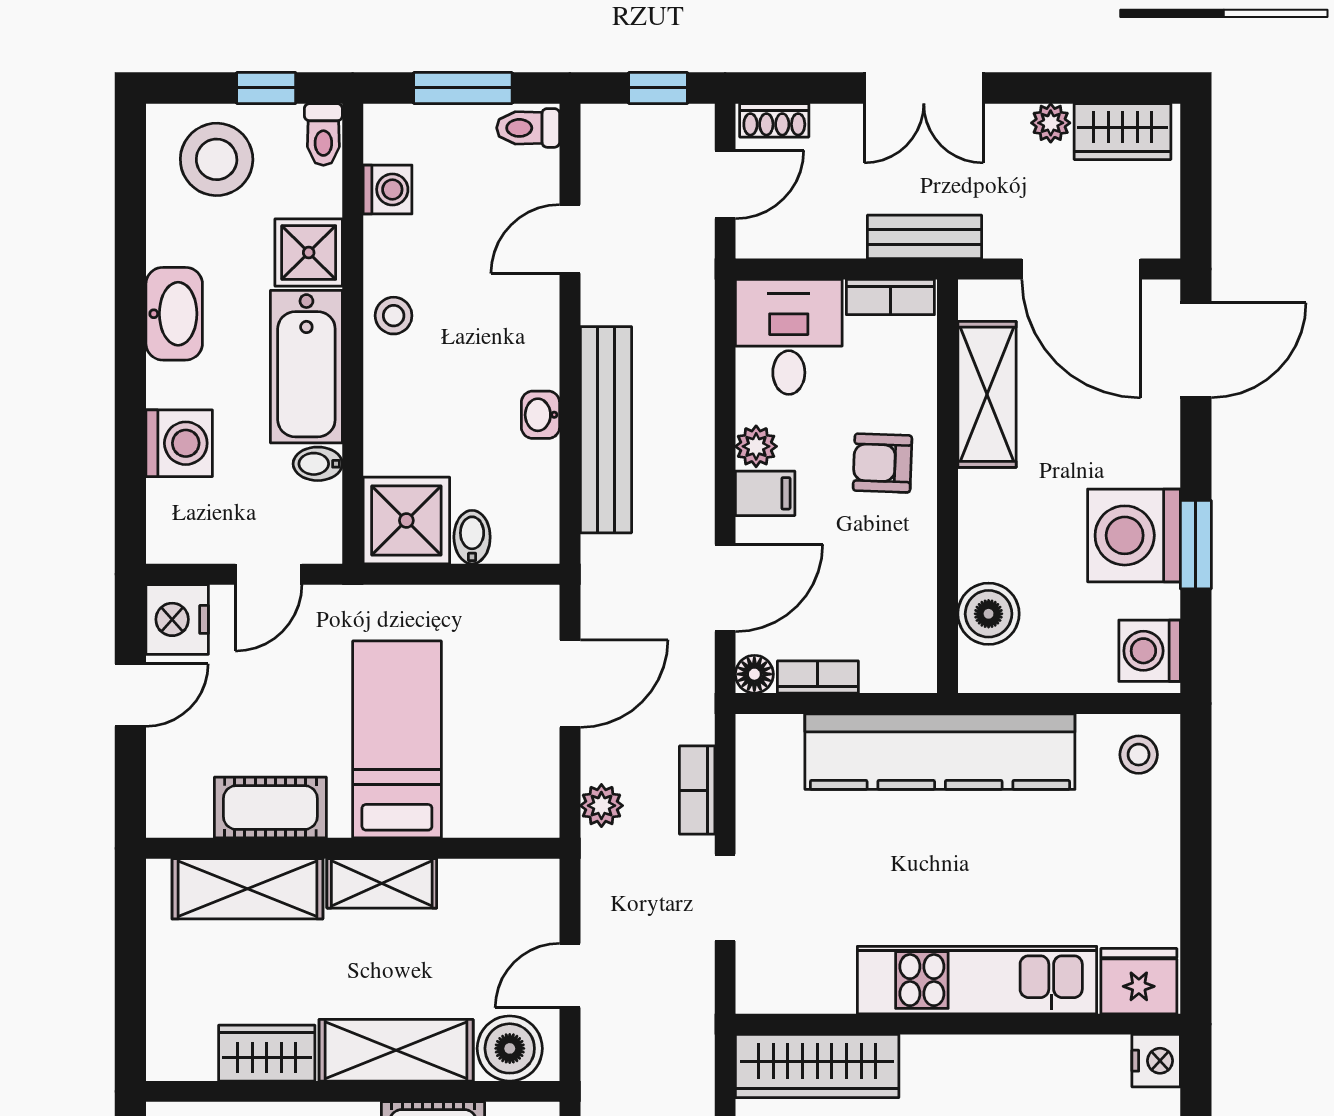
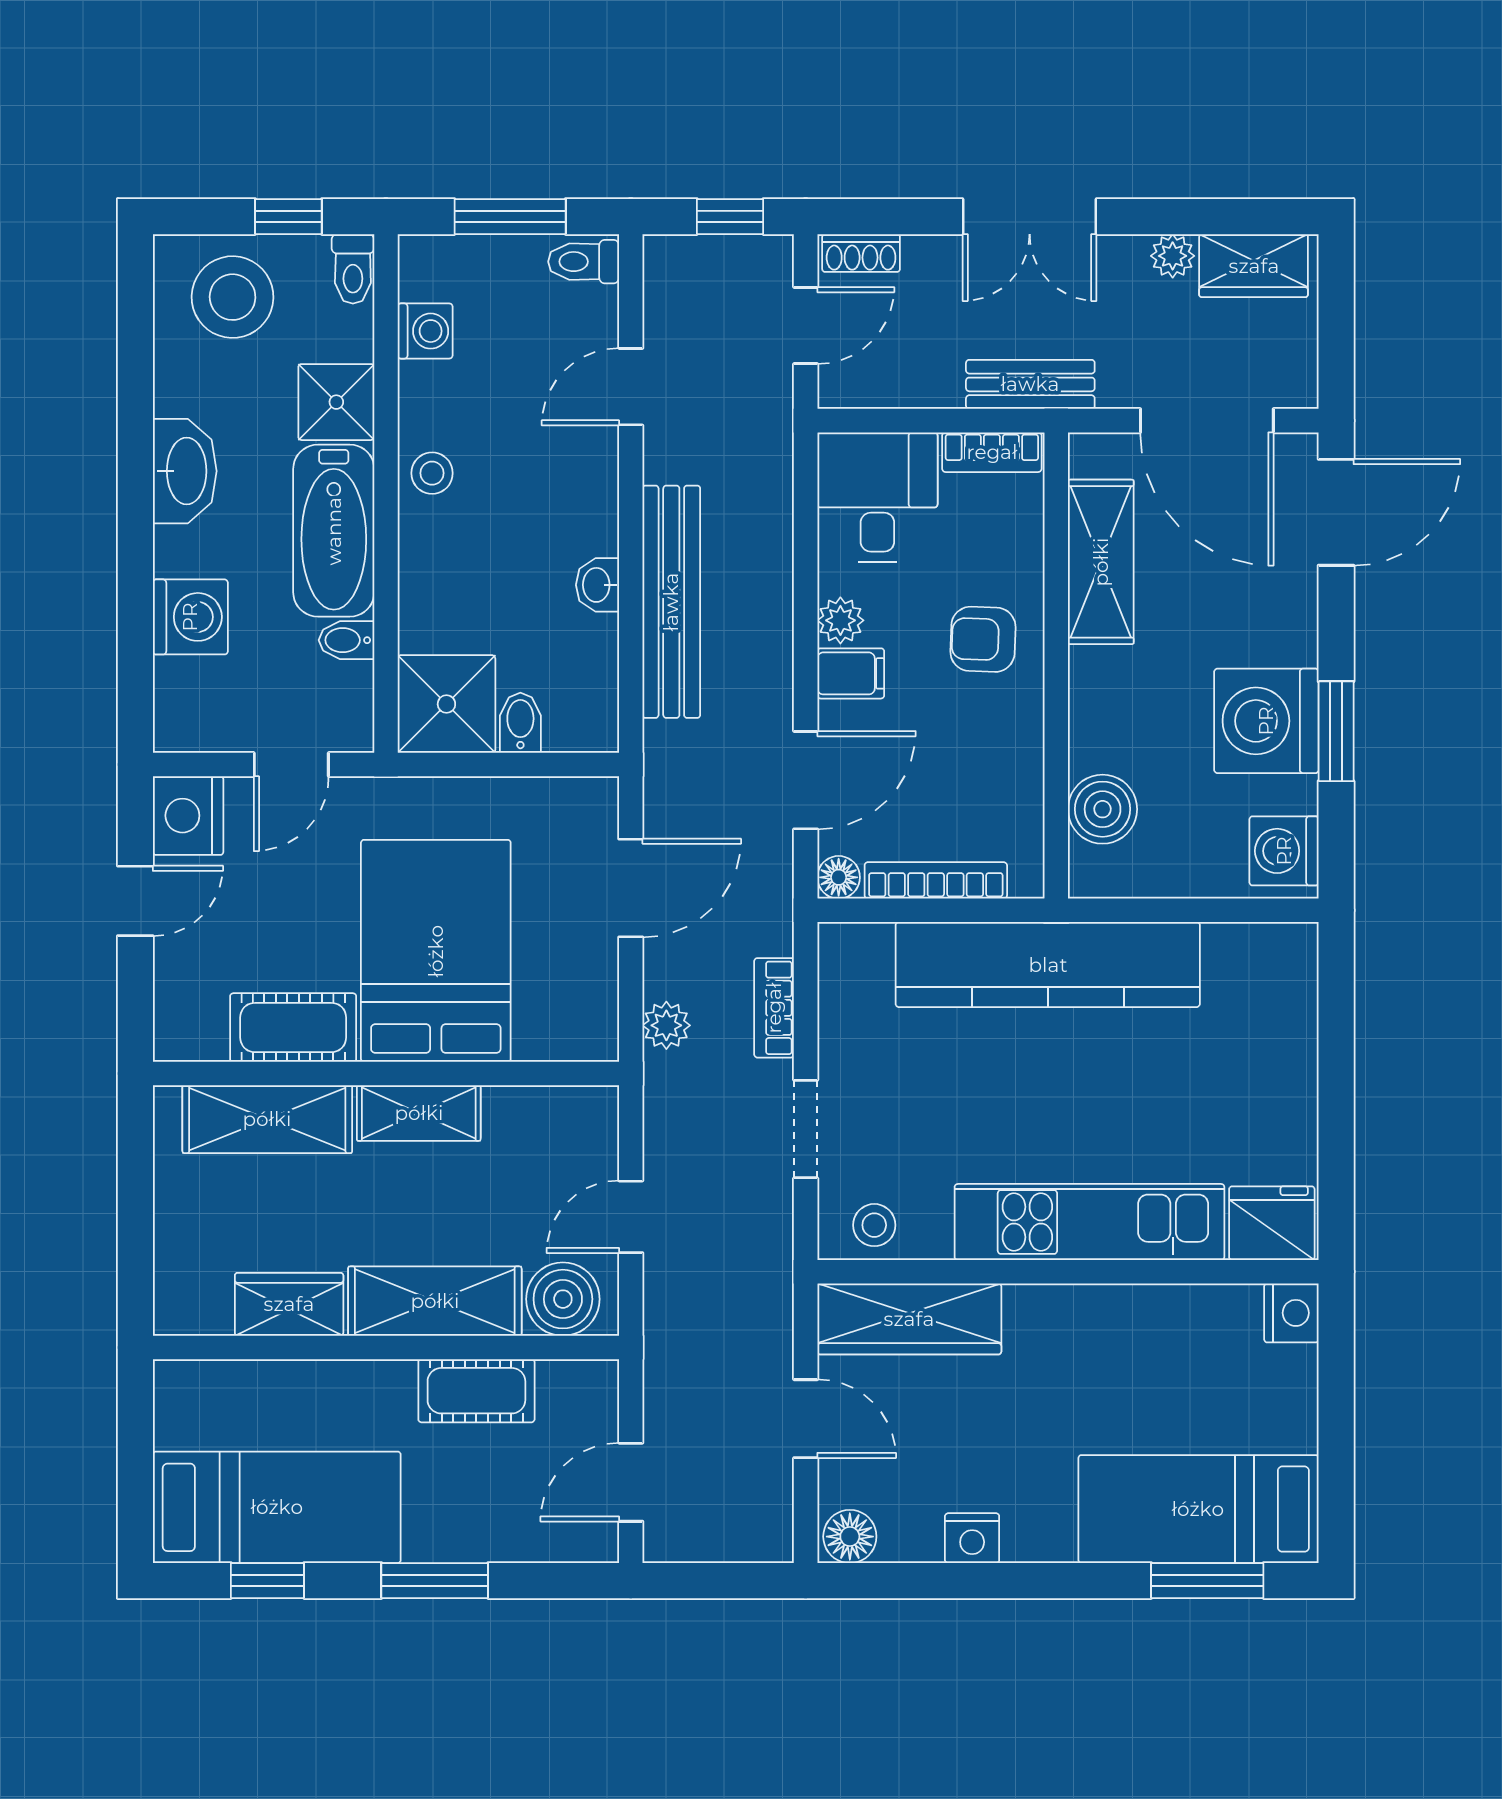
bookcase: (818, 677) -> (936, 880), width x1.56
bed: (397, 739) -> (436, 951), width x1.50
stool: (1139, 755) -> (874, 1225), moved

